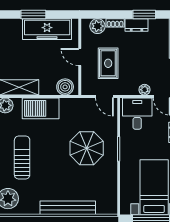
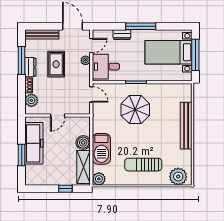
window: (144, 15) -> (22, 61), width x1.44
rug: (108, 63) -> (56, 64), moved, turned 90
boiler: (65, 87) -> (83, 143), moved
door: (104, 96) -> (91, 94), hinge flipped

